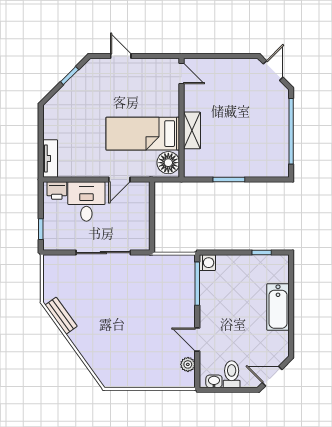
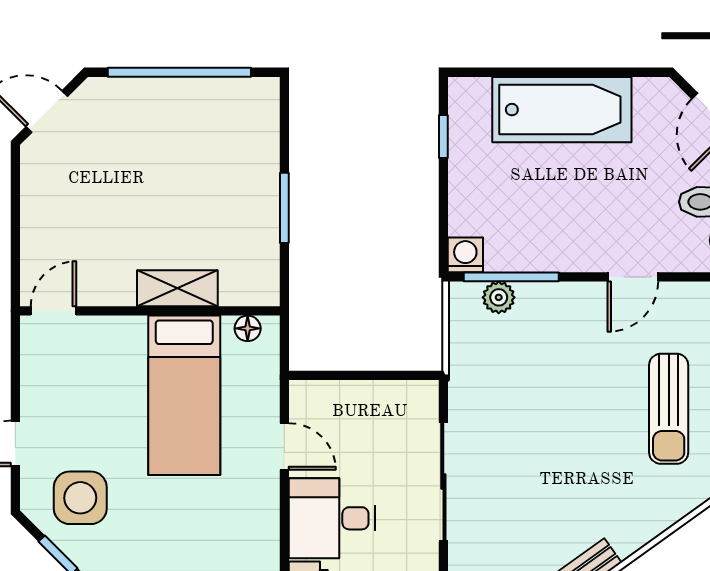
side table: (96, 86) -> (80, 498), added
floor lamp: (168, 163) -> (248, 328), width x0.53, depth x0.53
bathtub: (278, 307) -> (562, 110), width x1.36, depth x1.36
sun lounger: (137, 356) -> (669, 409), added
plant: (188, 364) -> (499, 297), moved

